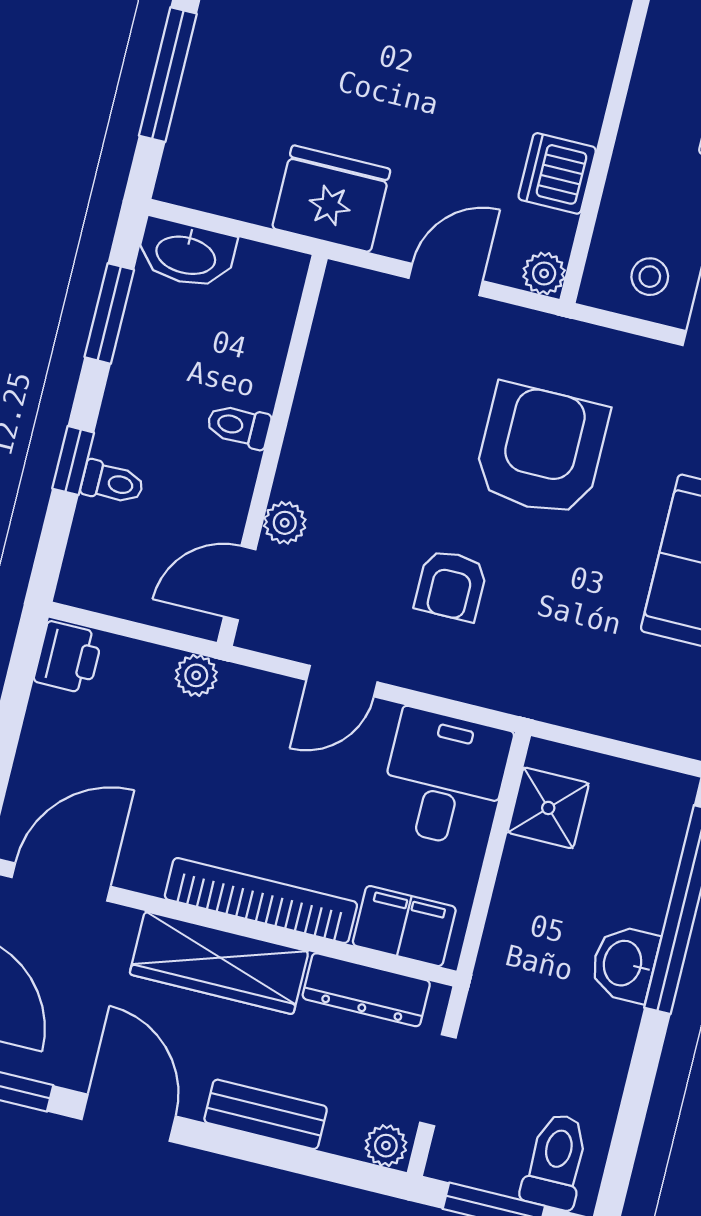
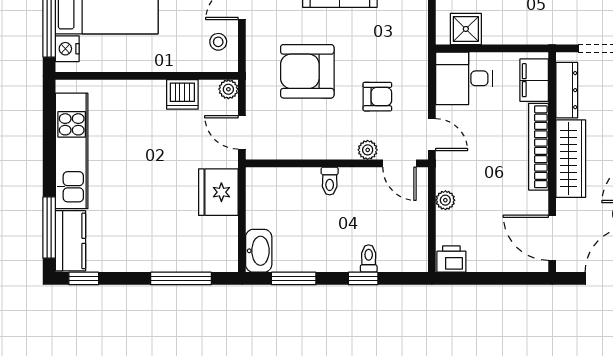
toilet: (239, 426) -> (330, 181), moved
wall: (272, 450) -> (337, 163), moved
plant: (285, 523) -> (368, 150), moved
door: (240, 583) -> (399, 163), moved

